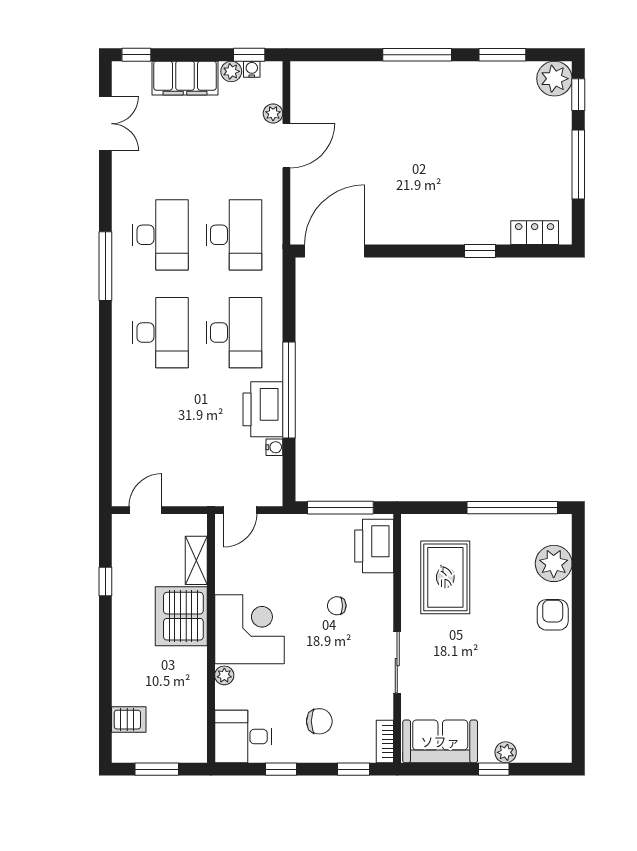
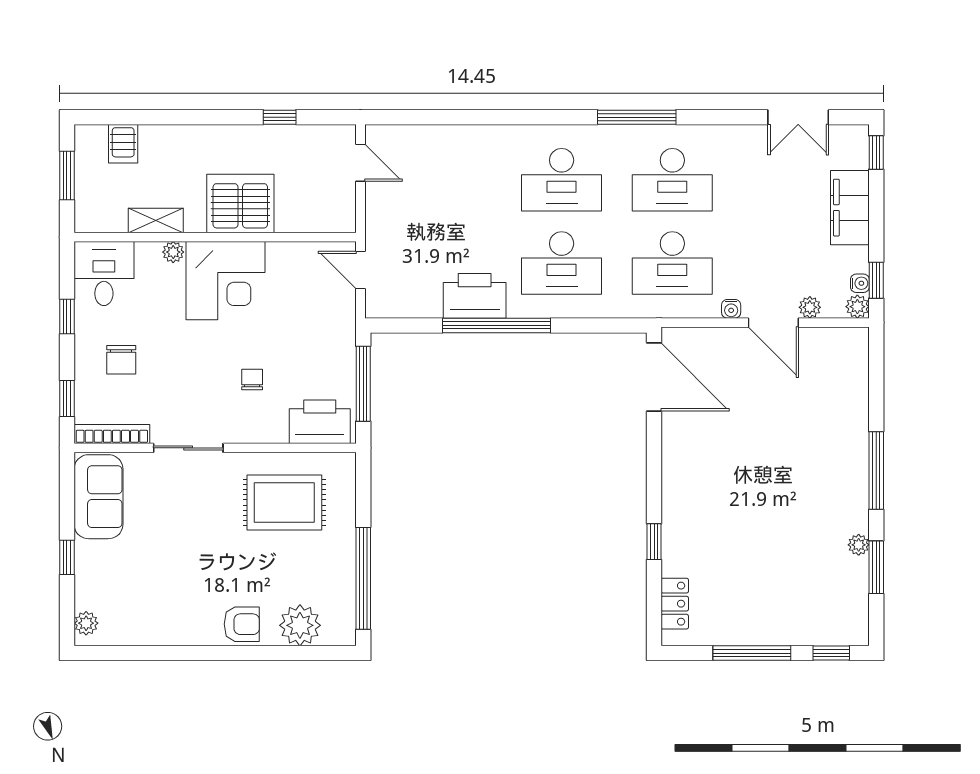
plant: (231, 71) -> (857, 307), moved
plant: (554, 79) -> (859, 545), moved, width x0.53, depth x0.53
water cooler: (274, 447) -> (731, 309), moved
shelving: (196, 560) -> (156, 220), moved
bookcase: (385, 742) -> (112, 434), width x1.56
plant: (506, 752) -> (86, 623), moved

